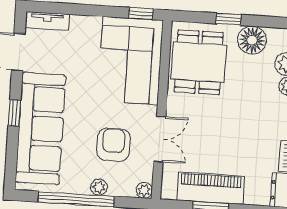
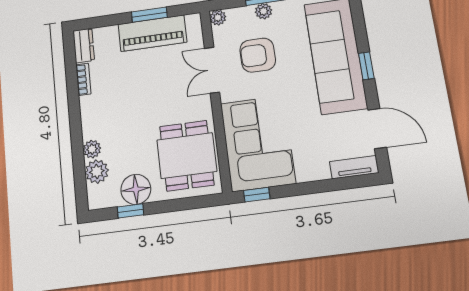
window: (229, 19) -> (130, 211), moved
armchair: (113, 145) -> (258, 55), turned 90

